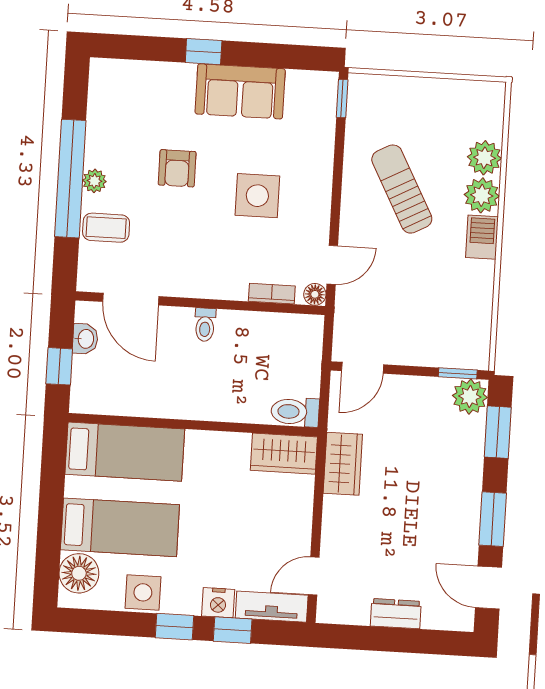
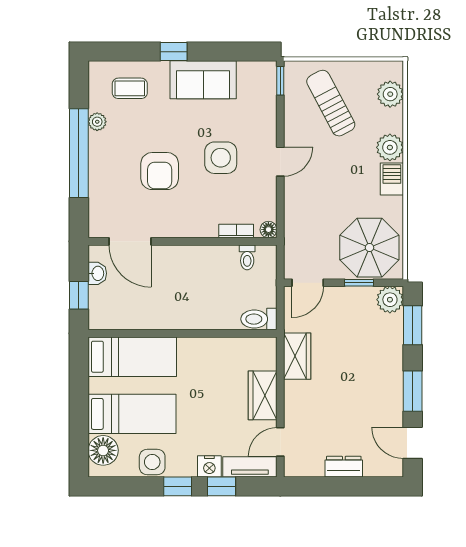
plant: (484, 158) -> (390, 94), moved
armchair: (177, 168) -> (160, 171), moved, width x1.38, depth x1.38
plant: (94, 181) -> (97, 122), moved
sun lounger: (402, 189) -> (331, 103), moved
coffee table: (106, 228) -> (130, 88), moved
door: (332, 265) -> (280, 162), moved
toilet: (205, 325) -> (247, 257), moved
parasol: (447, 326) -> (369, 248), added
window: (458, 373) -> (359, 283), moved
wardrobe: (284, 454) -> (263, 395), moved, turned 90

